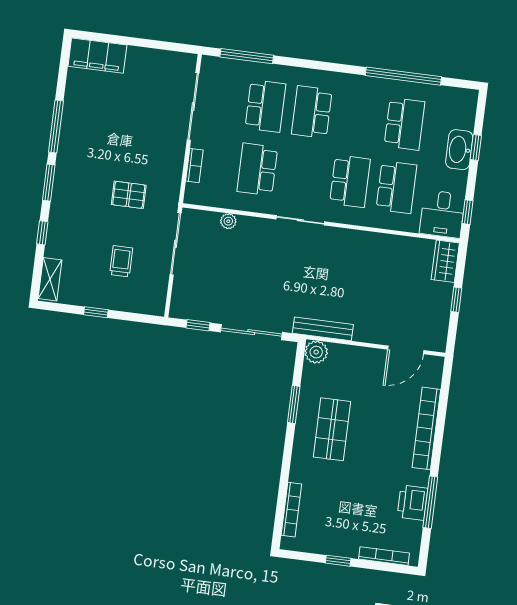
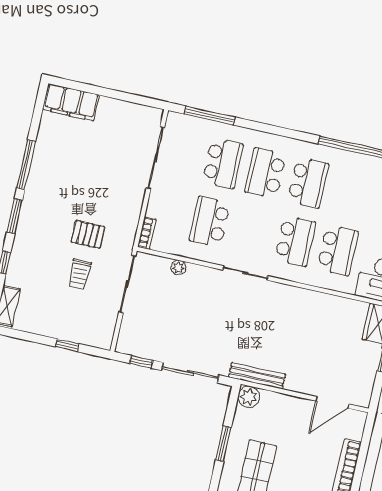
school desk: (405, 124) -> (308, 183), moved
bookcase: (194, 166) -> (147, 233), moved
trolley: (121, 261) -> (80, 274), moved, turned 180
window: (96, 312) -> (67, 345), moved

